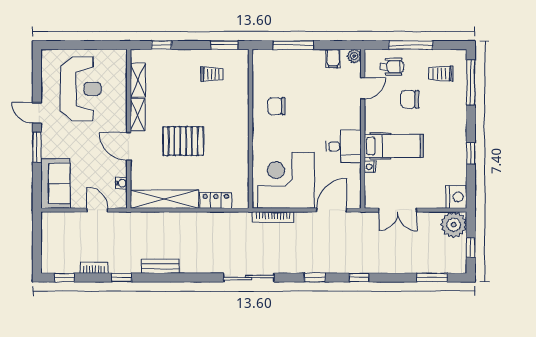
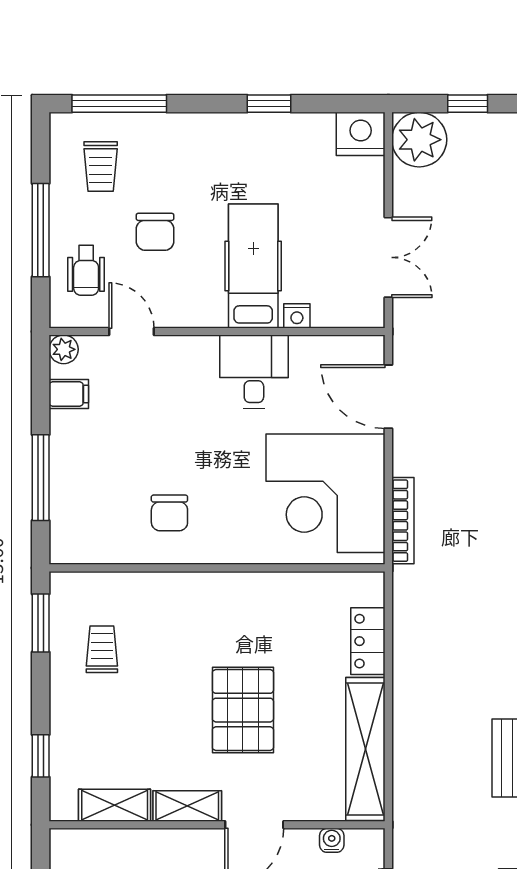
wheelchair: (392, 67) -> (86, 270), turned 180

